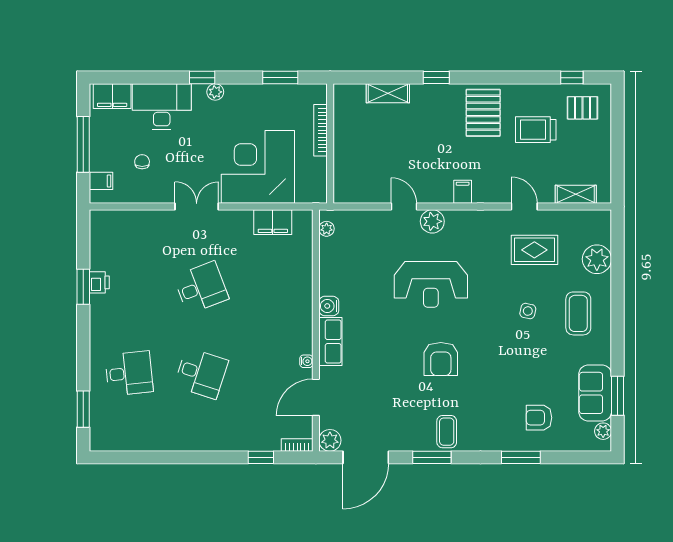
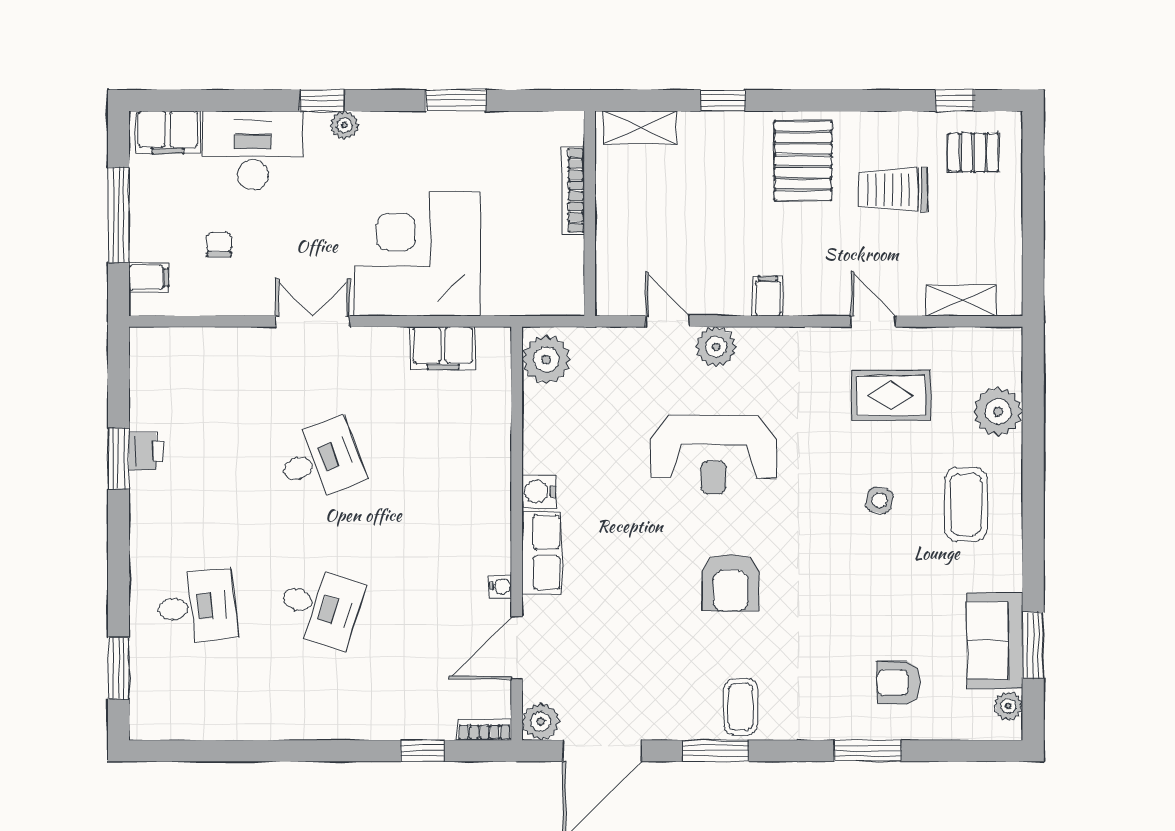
bookcase: (320, 130) -> (573, 191), moved
wall: (330, 144) -> (590, 214), moved
plant: (327, 229) -> (546, 359), width x1.87, depth x1.87

